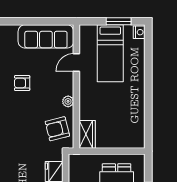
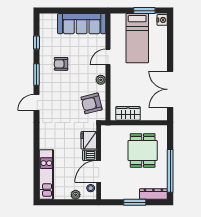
door: (76, 63) -> (108, 57), moved
double door: (148, 112) -> (170, 89), added
wardrobe: (87, 134) -> (128, 113), moved, turned -90

